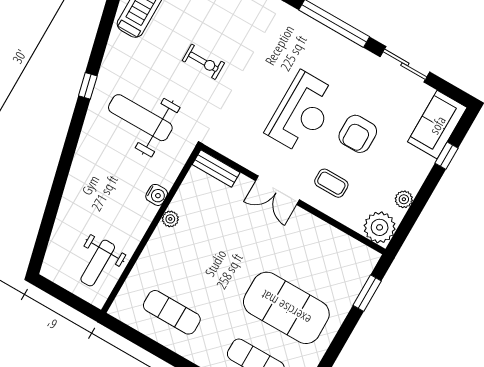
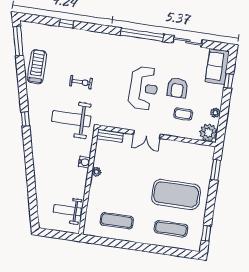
weight bench: (140, 118) -> (71, 119), moved
coffee table: (331, 183) -> (183, 114), moved
weight bench: (98, 263) -> (67, 210), turned 90

